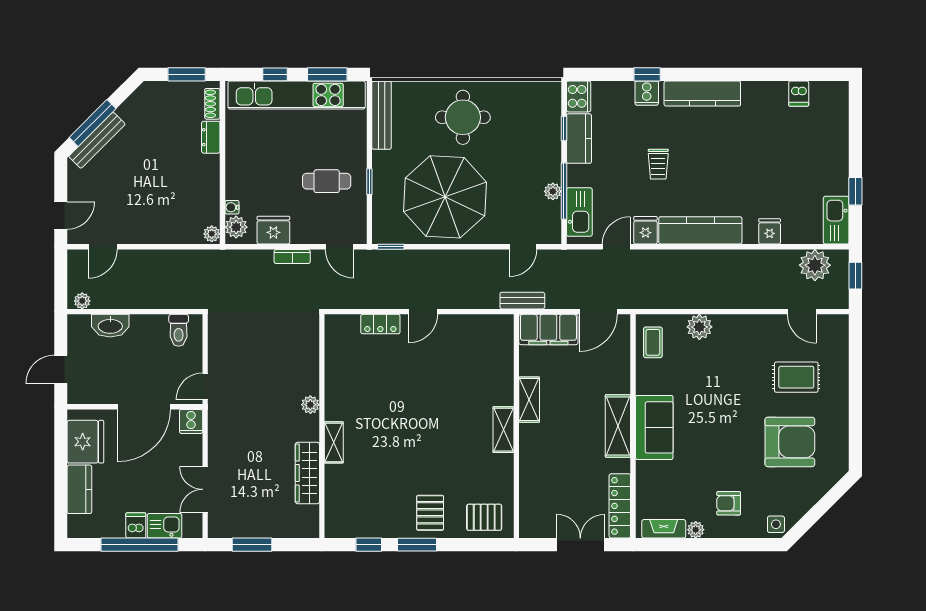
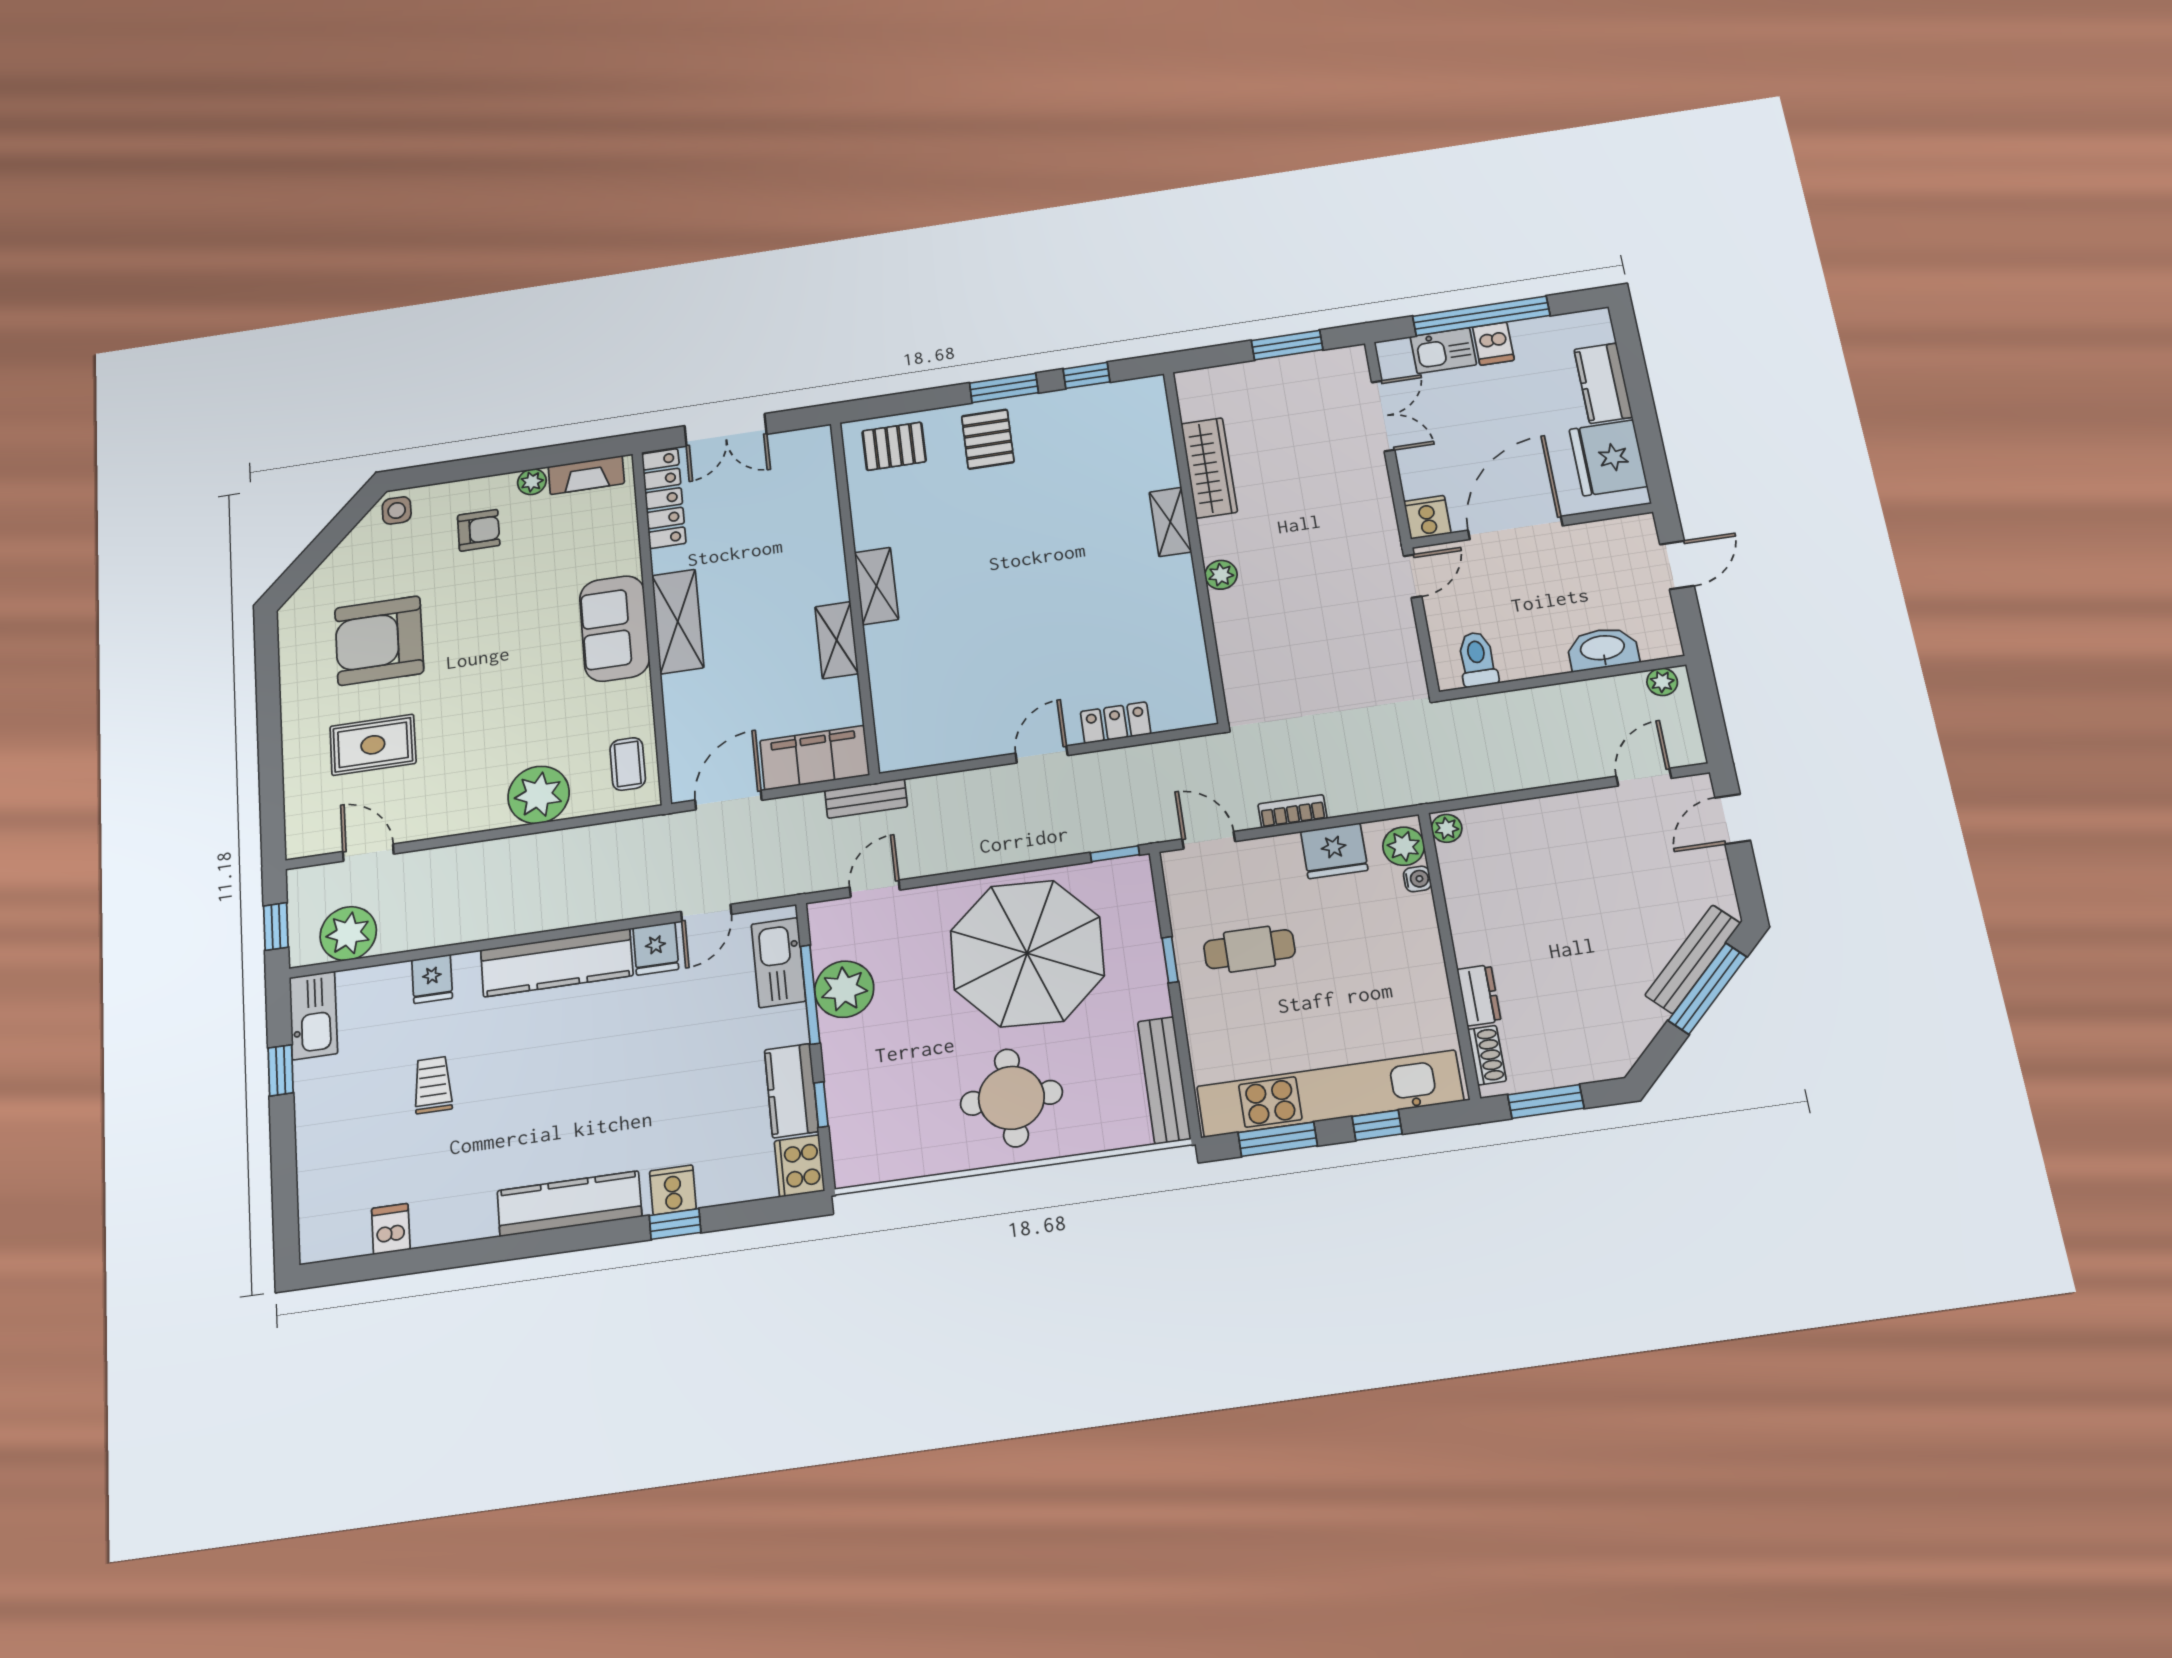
trolley: (658, 164) -> (433, 1085), moved
plant: (553, 191) -> (844, 989), width x1.88, depth x1.88
plant: (699, 327) -> (539, 795), width x1.36, depth x1.36

